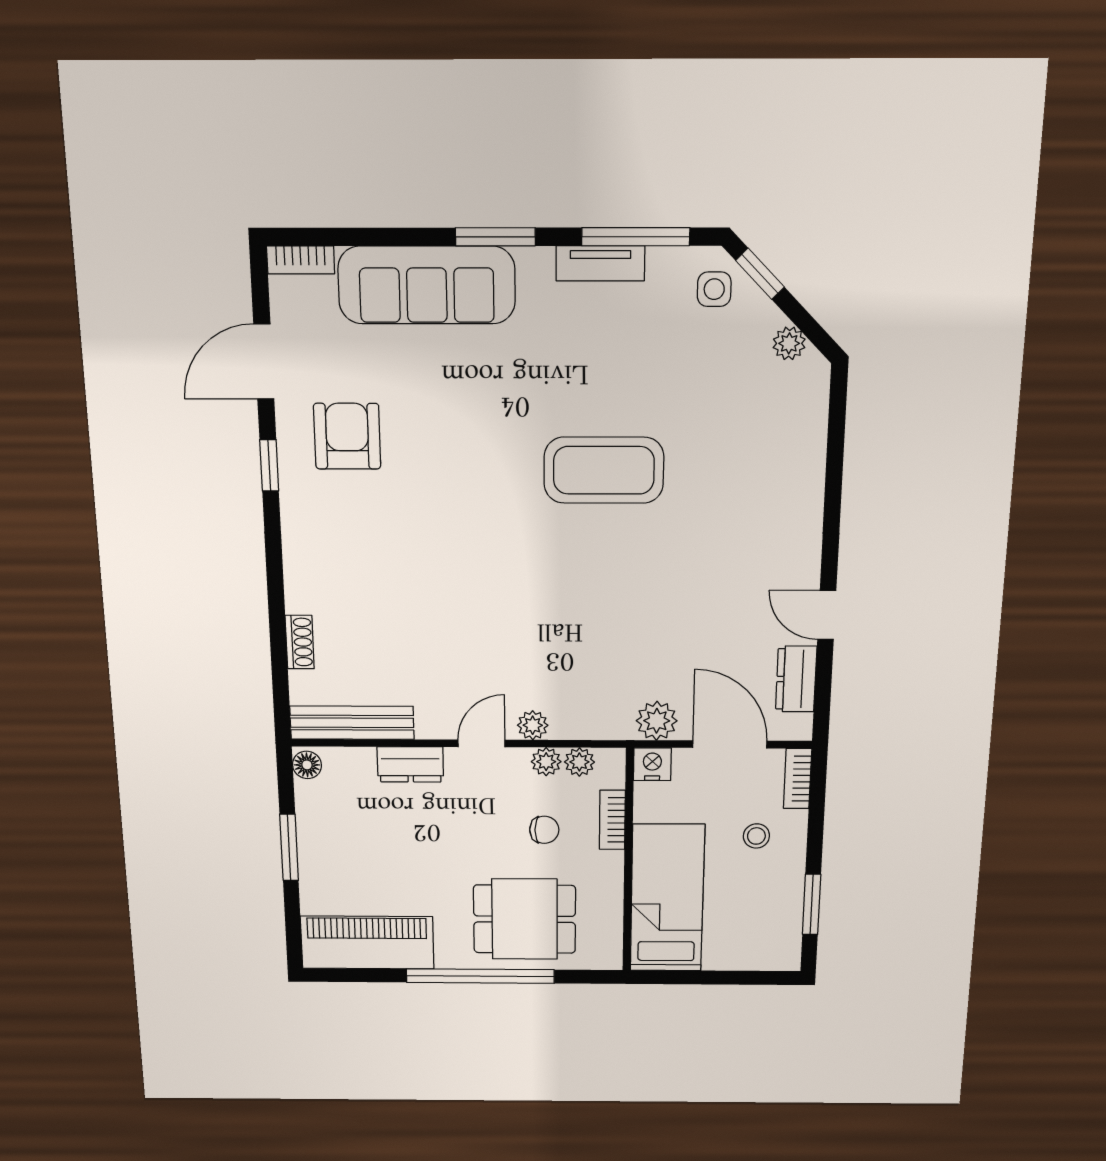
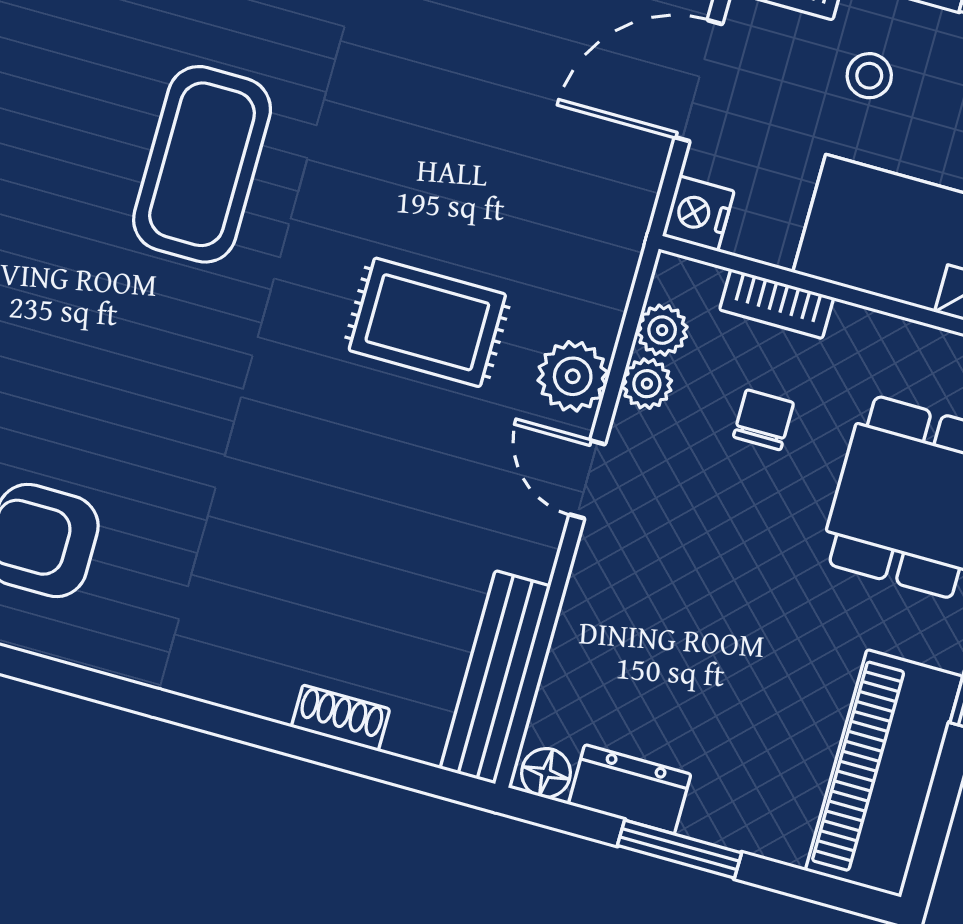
window: (269, 465) -> (52, 674), removed
rug: (546, 629) -> (427, 322), added
plant: (657, 721) -> (626, 187), removed
plant: (533, 725) -> (573, 376), width x1.38, depth x1.38
dresser: (410, 764) -> (630, 789), moved, turned -90

